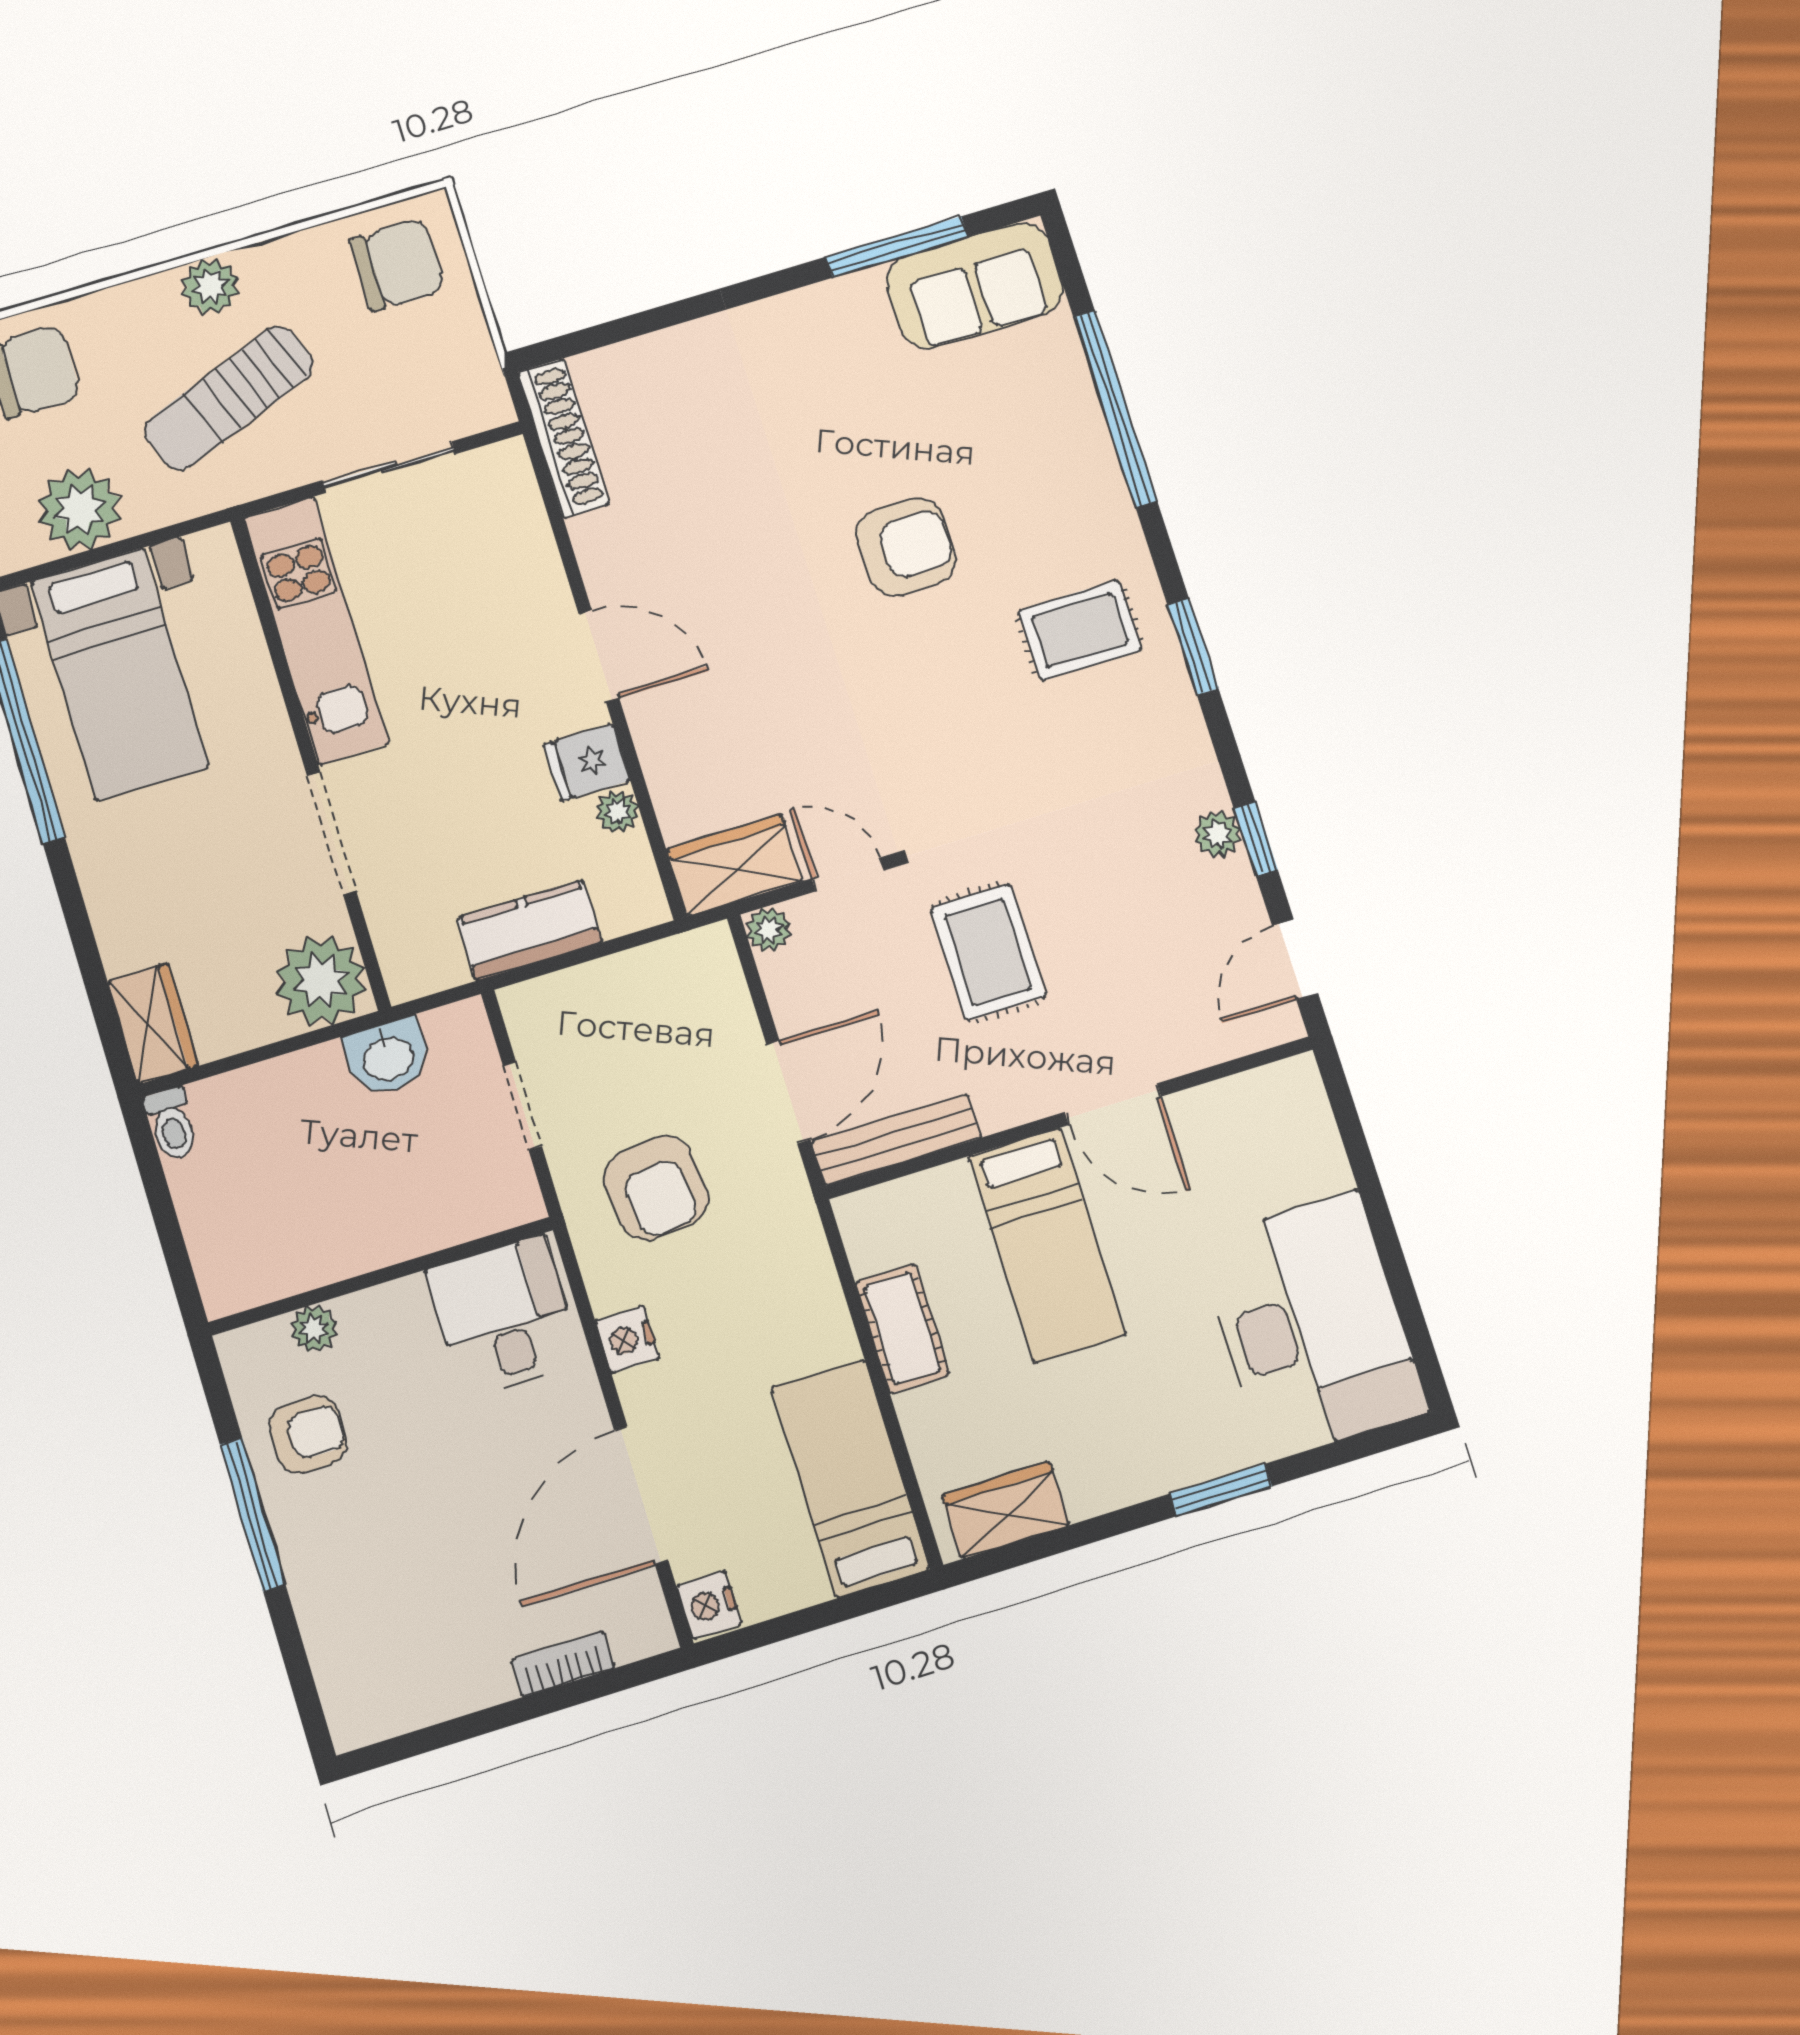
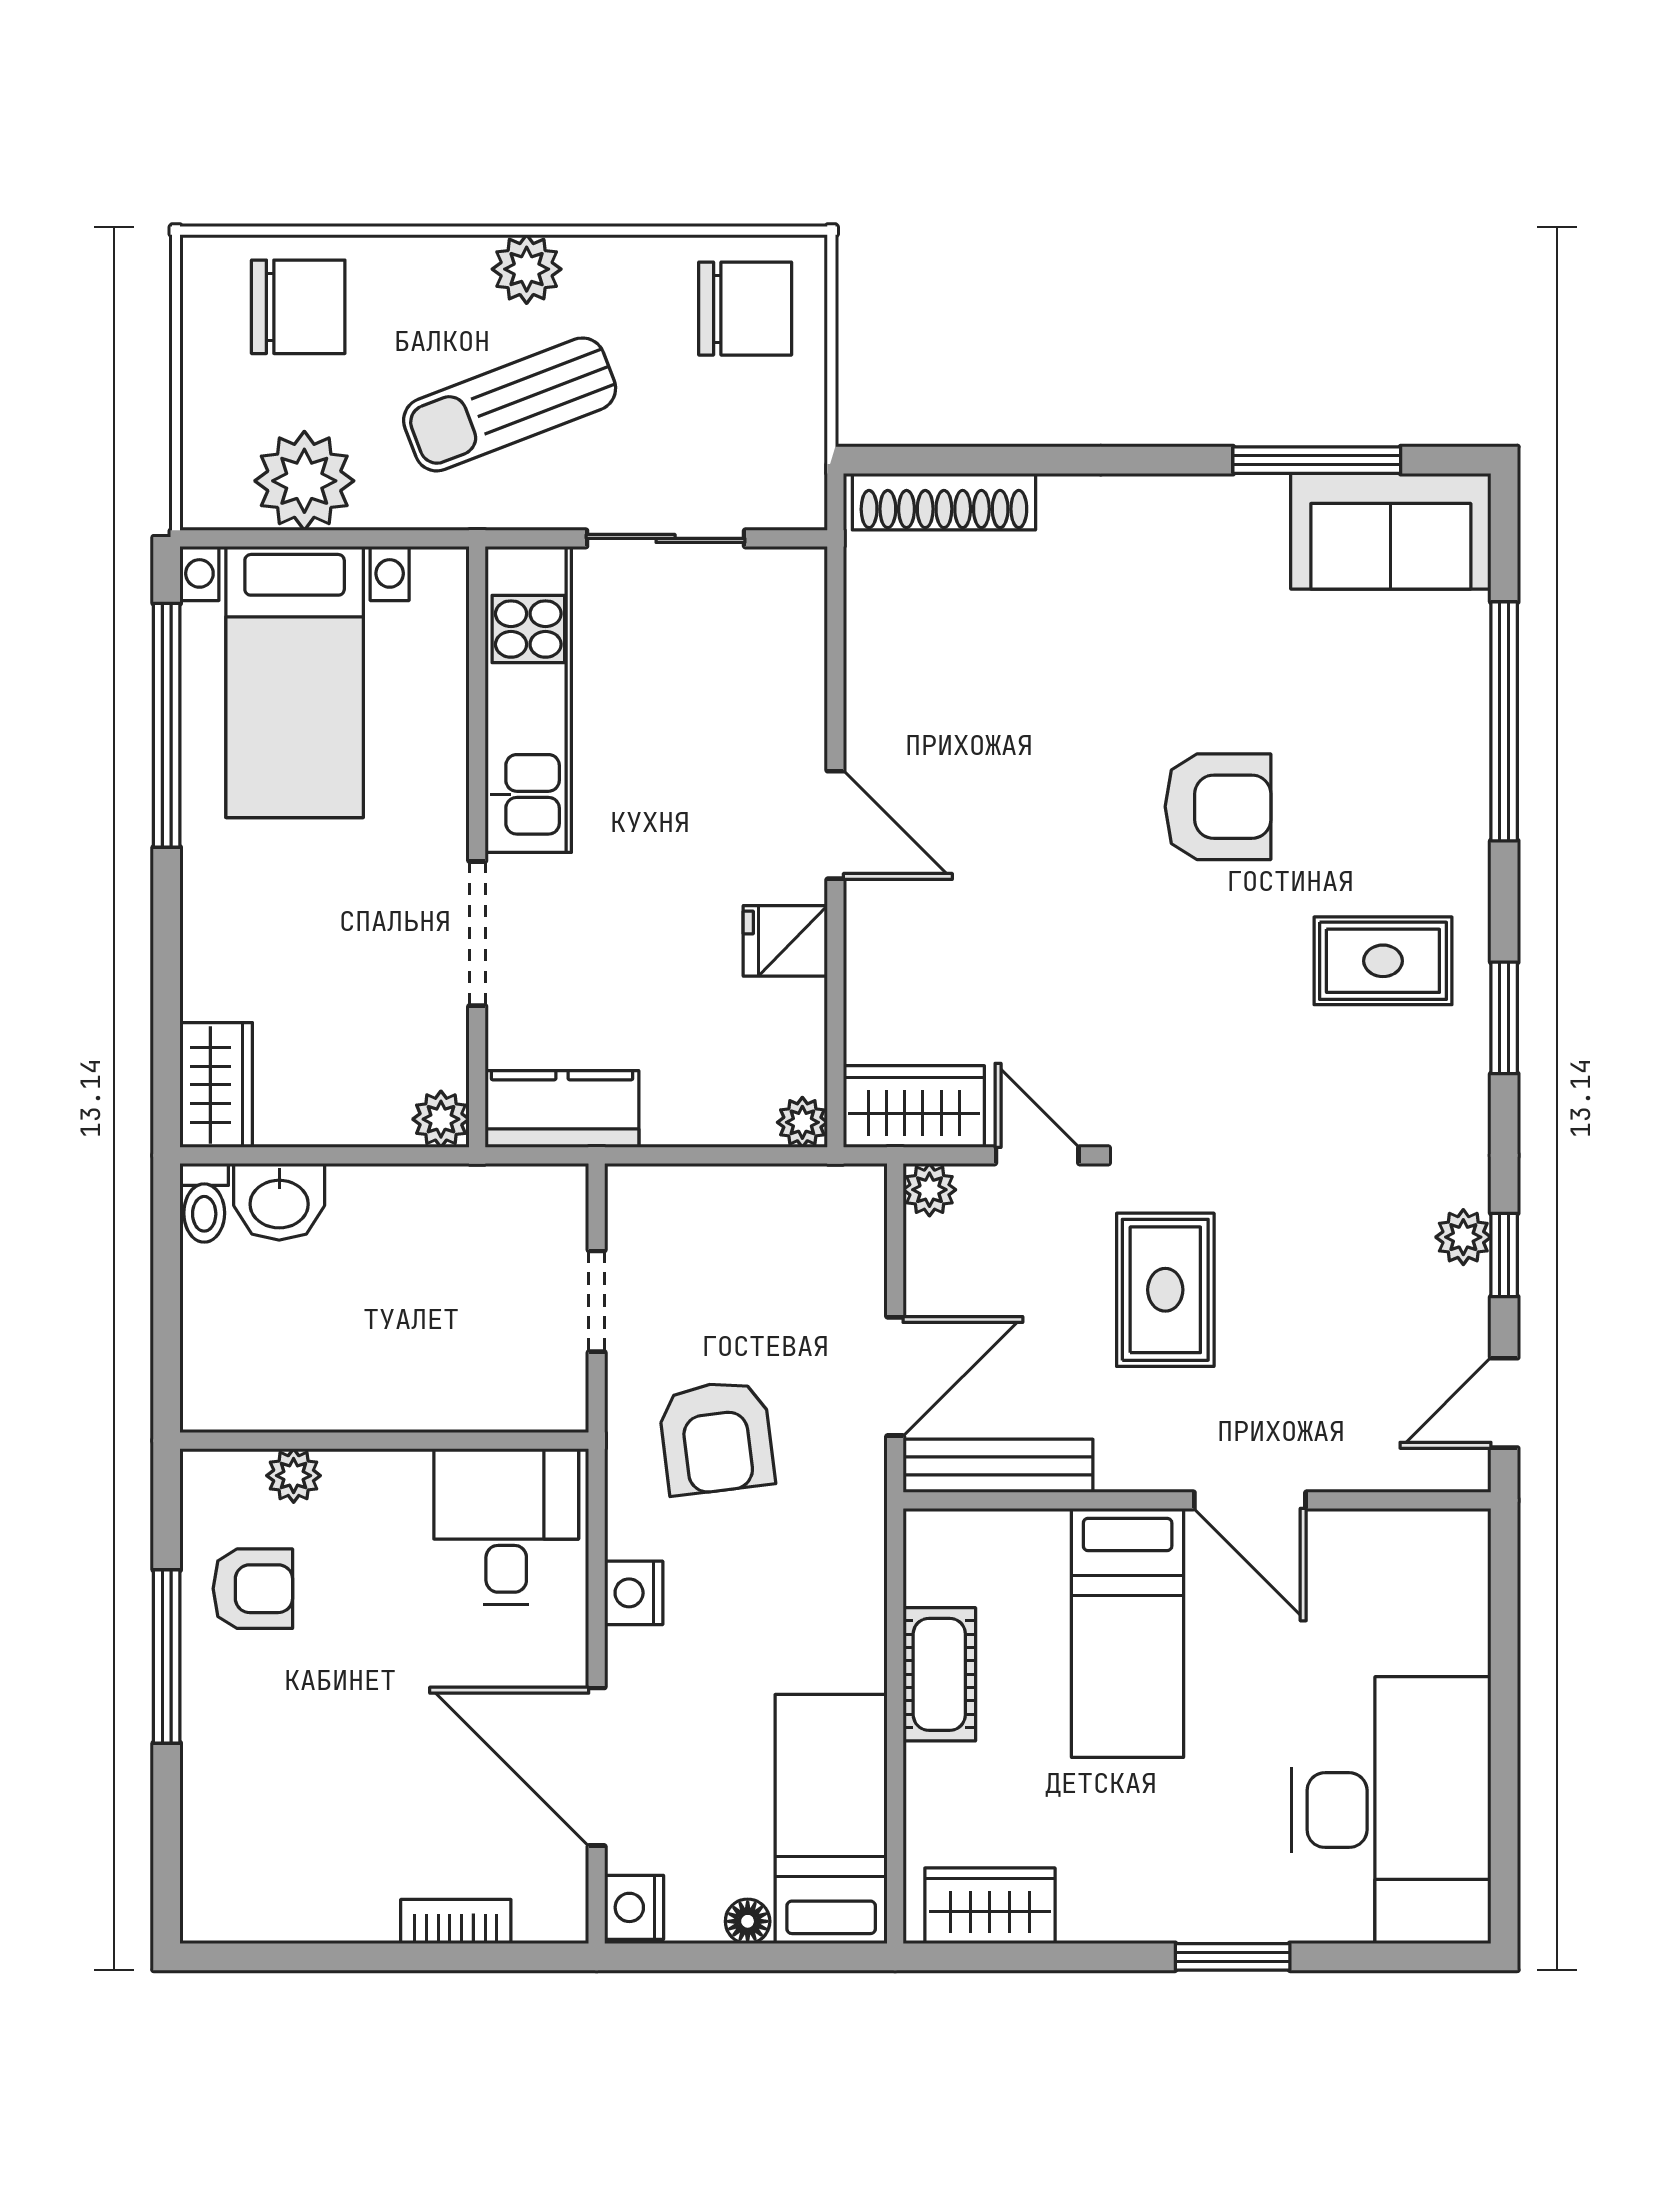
shoe rack: (563, 438) -> (944, 502), moved, turned 90
plant: (618, 812) -> (802, 1122), moved
kitchen counter: (529, 930) -> (562, 1109), moved
plant: (321, 981) -> (441, 1119), width x0.53, depth x0.53
washbasin: (388, 1057) -> (279, 1202), moved
door: (641, 1495) -> (597, 1767), hinge flipped
floor lamp: (808, 1587) -> (748, 1921), added

